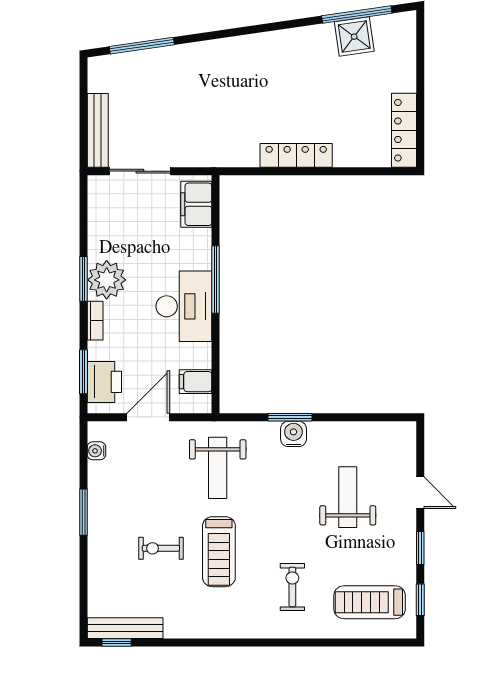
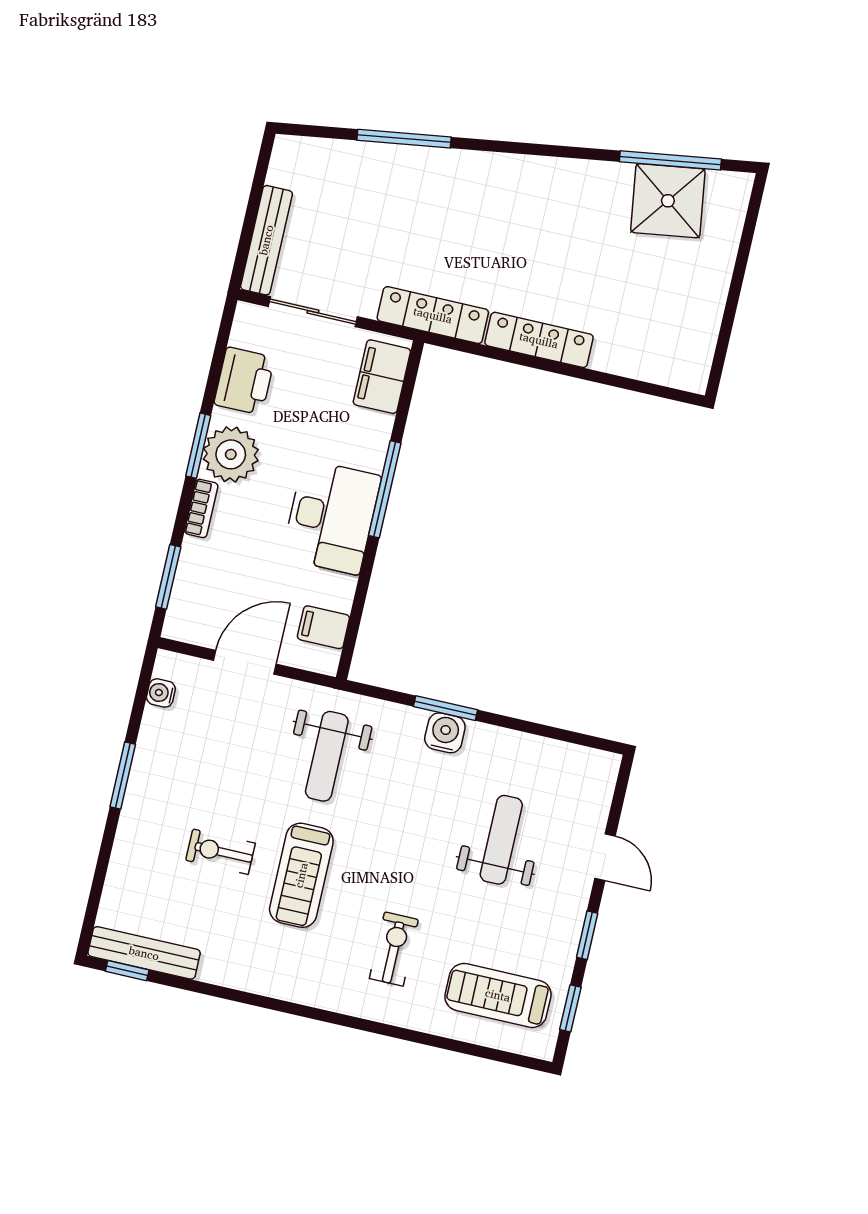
shower: (354, 37) -> (668, 201), width x1.36, depth x1.36
window: (142, 46) -> (404, 139), moved
locker: (404, 130) -> (433, 315), moved, turned 90
printer: (104, 382) -> (244, 381), moved

